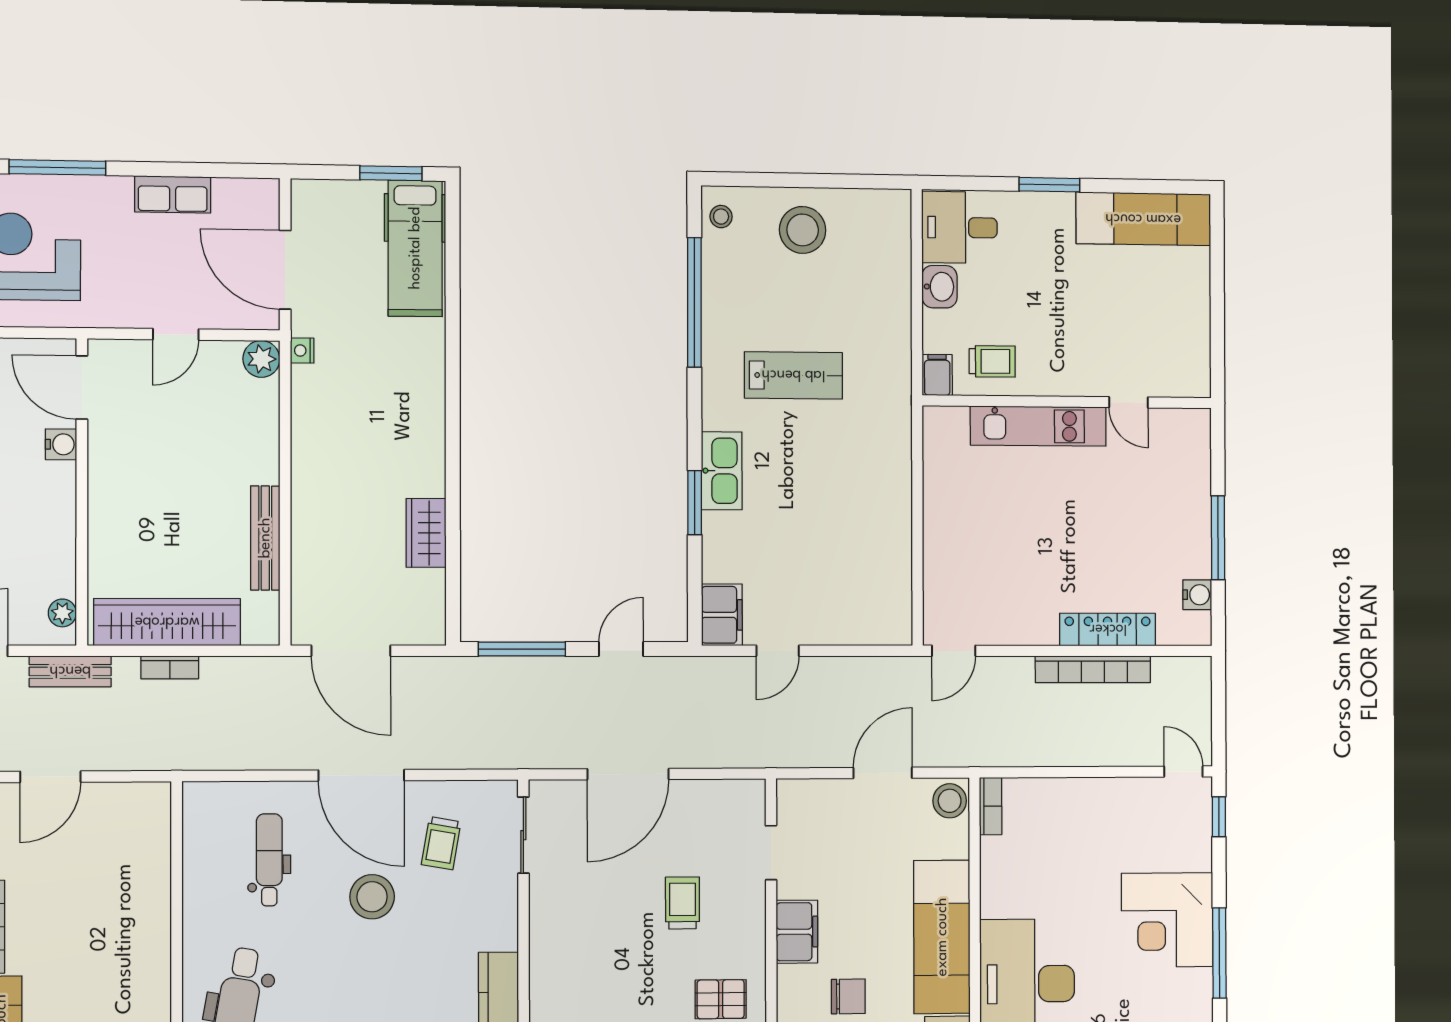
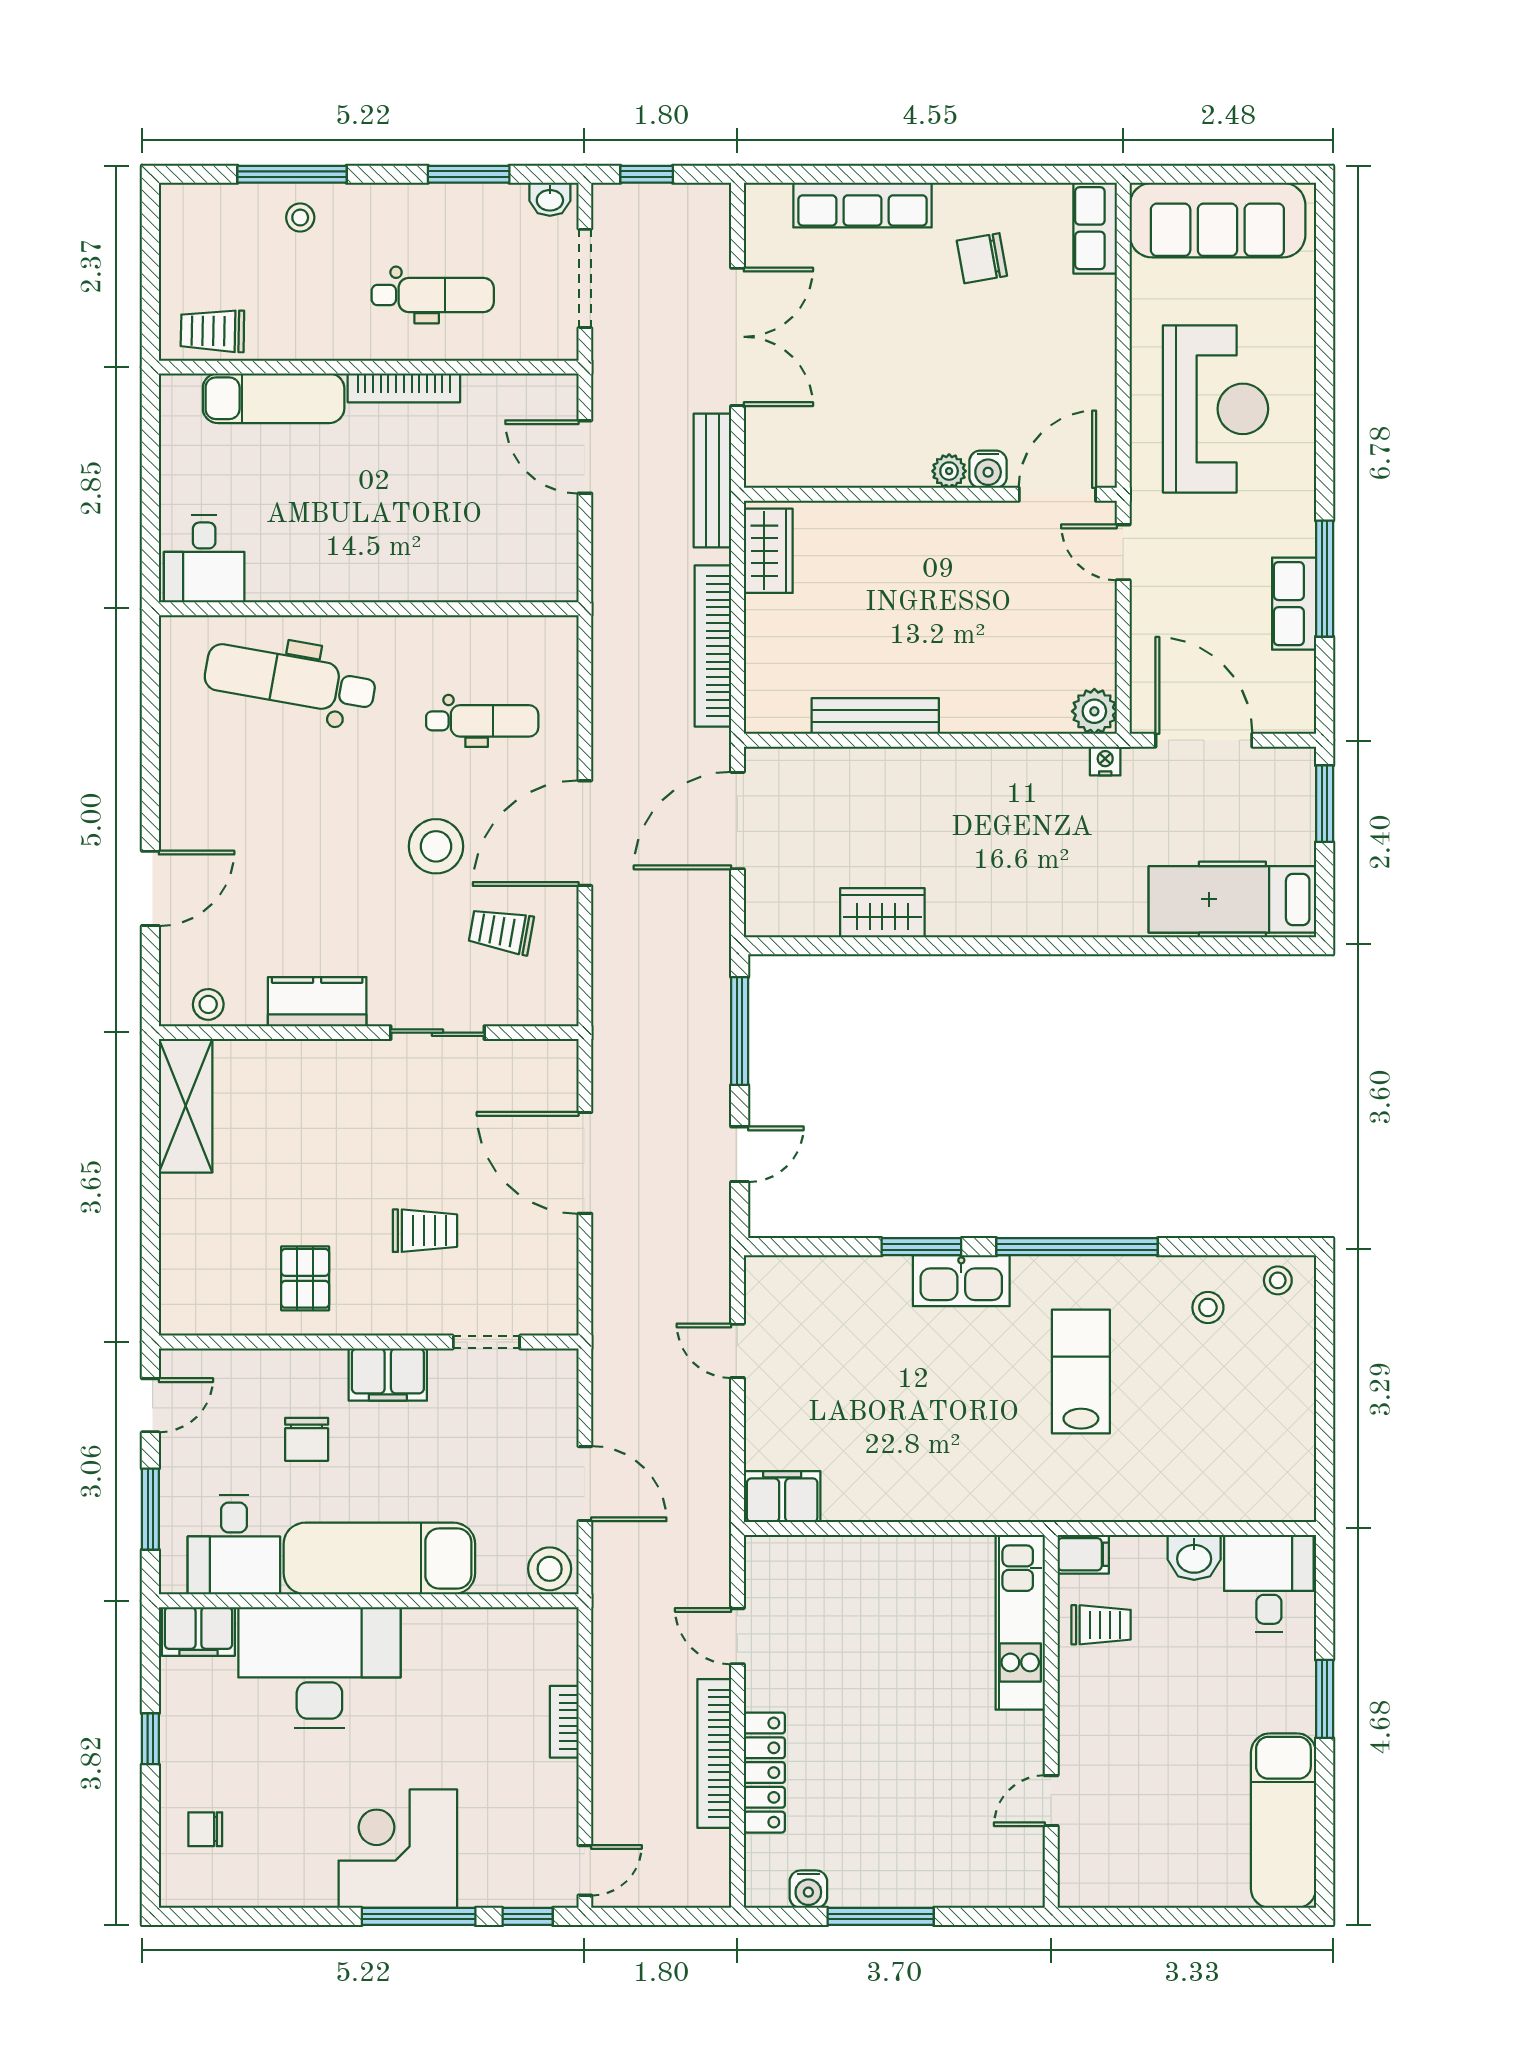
window: (57, 167) -> (1325, 579), moved
window: (391, 173) -> (1325, 804), moved
stool: (803, 230) -> (1208, 1307), moved, width x0.53, depth x0.53
door: (285, 270) -> (1204, 740), hinge flipped
window: (694, 302) -> (1077, 1247), moved
door: (176, 334) -> (1123, 552), moved
trolley: (992, 361) -> (1101, 1625), turned -90
lab bench: (793, 375) -> (1081, 1372), turned 180
kitchen unit: (1038, 426) -> (1020, 1622), moved
plant: (62, 613) -> (949, 471), moved
filing cabinet: (722, 615) -> (782, 1497), moved, turned 180
wardrobe: (167, 622) -> (768, 551), width x0.48, depth x0.85
door: (621, 649) -> (740, 1154), hinge flipped
door: (954, 651) -> (737, 1636), moved
bookcase: (170, 667) -> (713, 646), width x2.31, depth x1.31
bench: (70, 671) -> (712, 481), width x1.36
bookcase: (991, 806) -> (564, 1722), moved, turned 90
sliding door: (523, 835) -> (437, 1033), moved
window: (1219, 953) -> (419, 1916), moved

